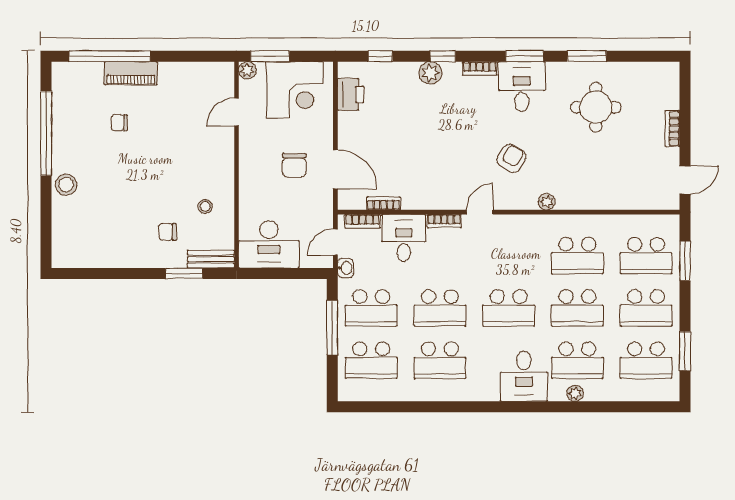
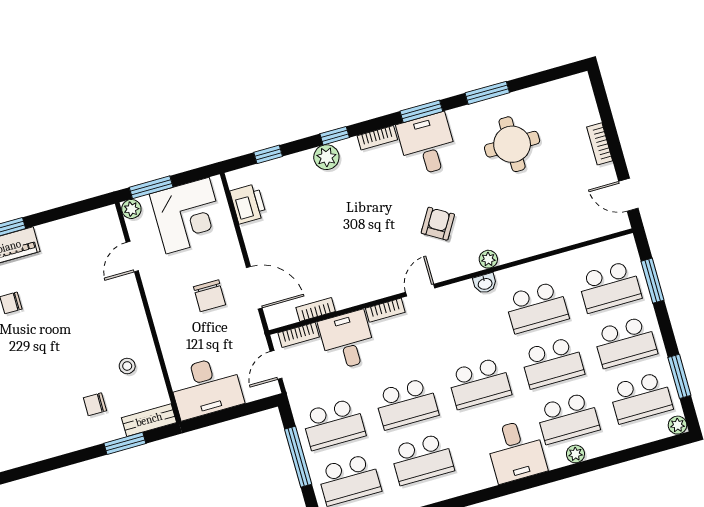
door: (685, 180) -> (628, 195), swing flipped
washbasin: (345, 268) -> (485, 283), moved, turned 90
plant: (671, 393) -> (678, 425), added

